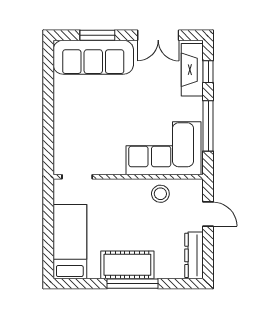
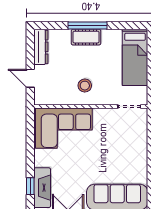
window: (208, 126) -> (30, 145), removed
stool: (160, 194) -> (85, 86), moved
cot: (127, 265) -> (86, 37), width x0.73, depth x0.75

